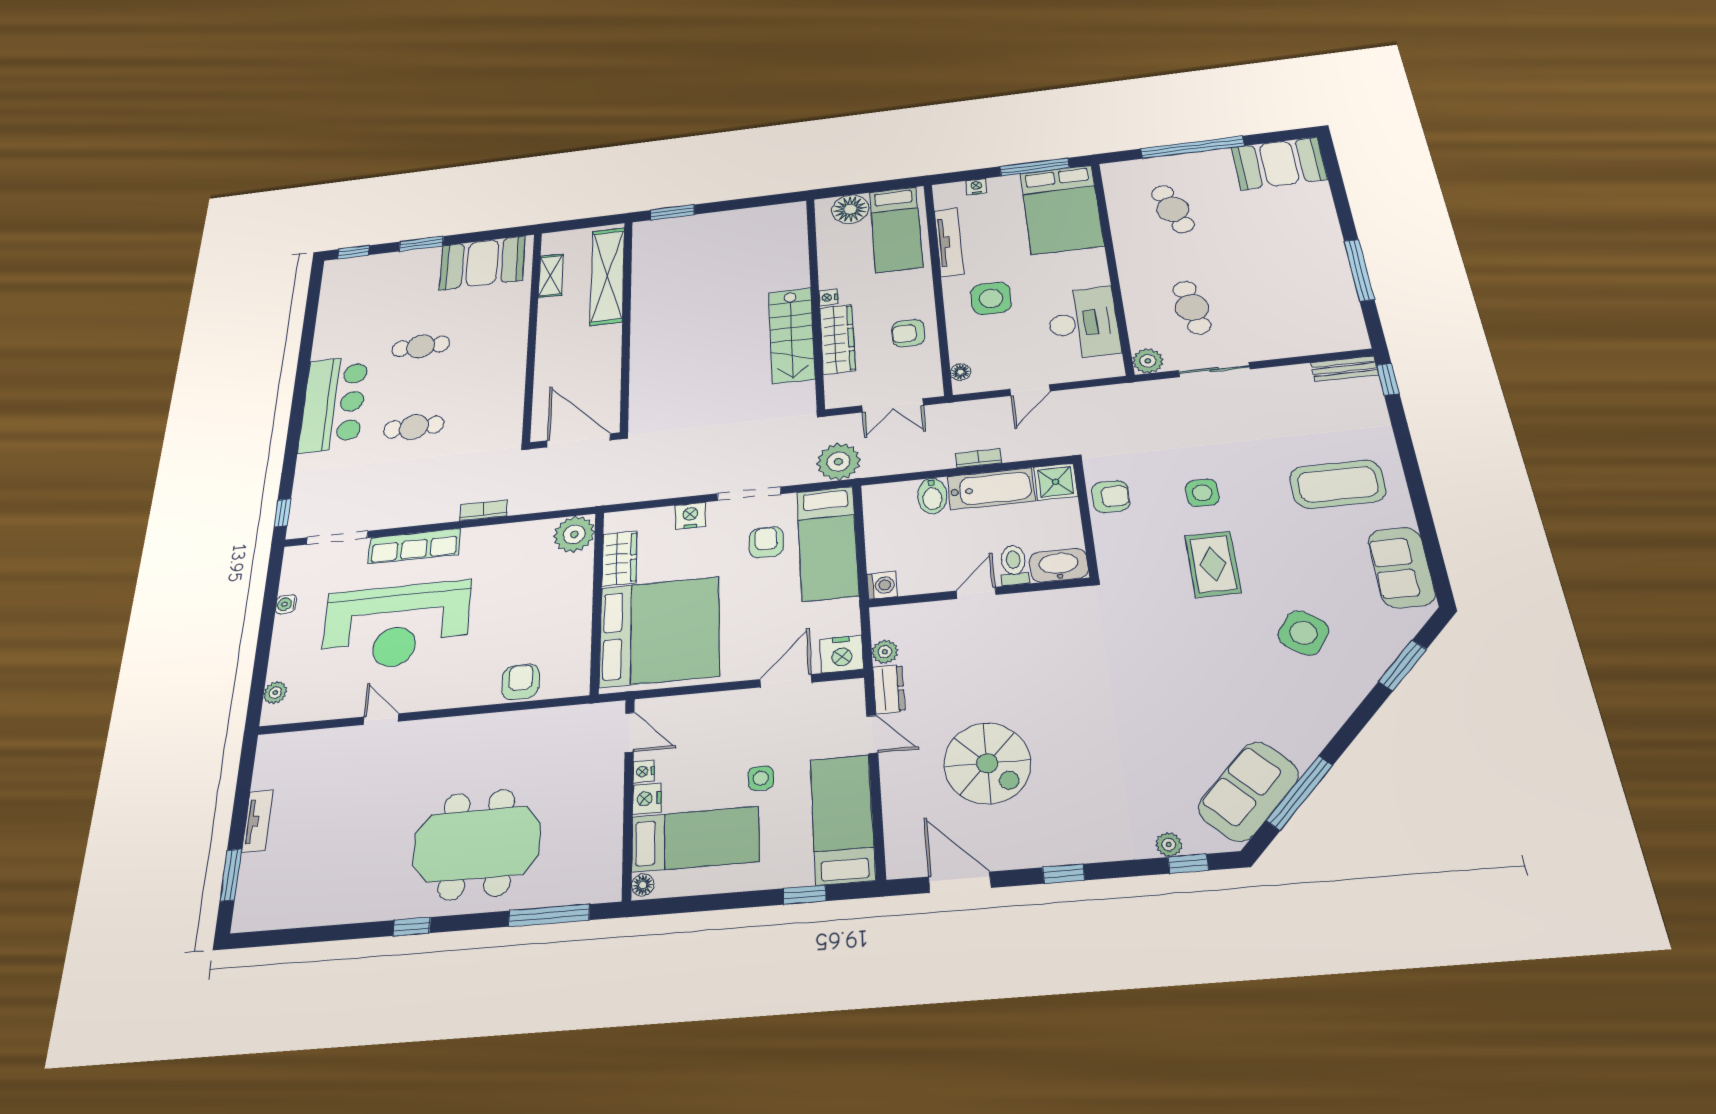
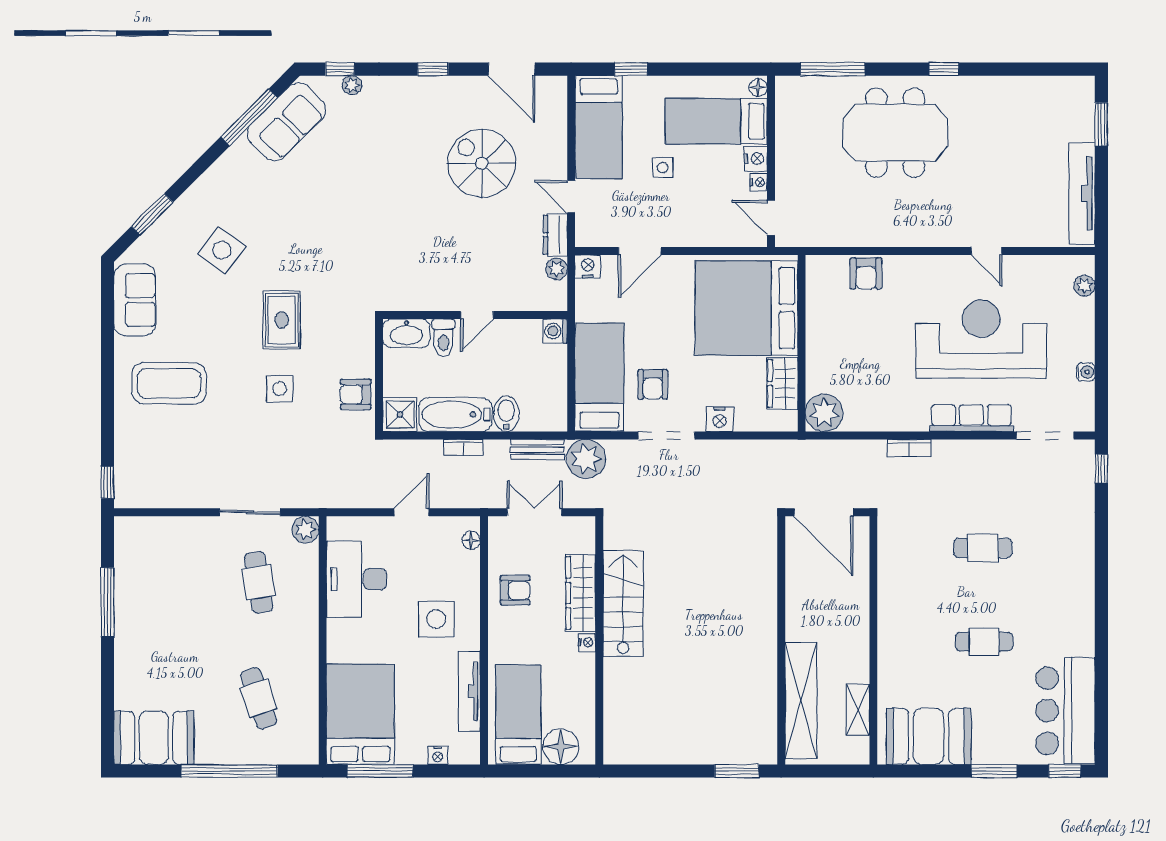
bench: (1345, 369) -> (537, 450), moved
bar counter: (334, 404) -> (1065, 711), moved
nightstand: (842, 654) -> (588, 267), width x0.74, depth x0.75
tv unit: (257, 821) -> (1082, 193), width x1.92, depth x1.29

